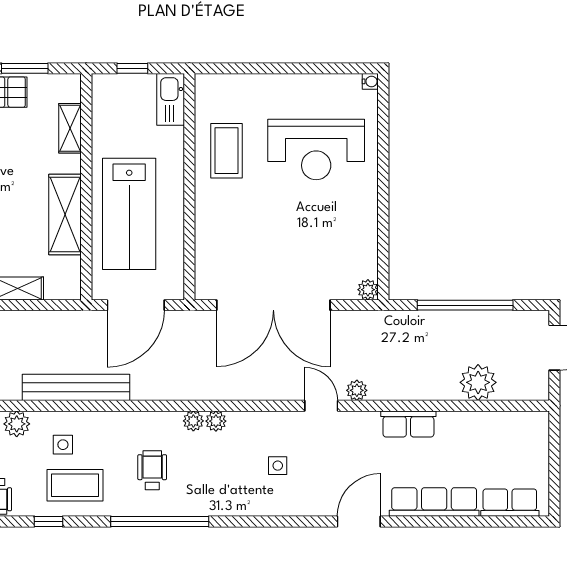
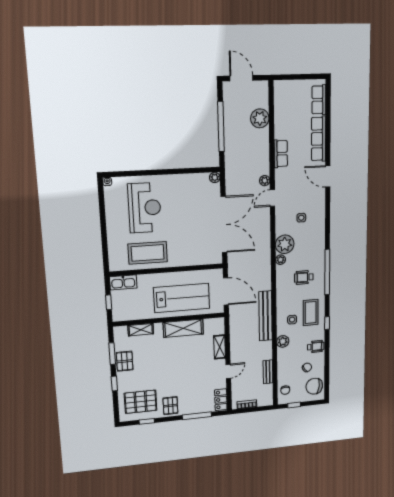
coffee table: (227, 151) -> (148, 253), width x1.36, depth x1.32
plant: (216, 421) -> (285, 244), width x1.87, depth x1.87

